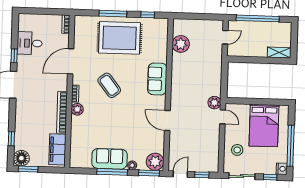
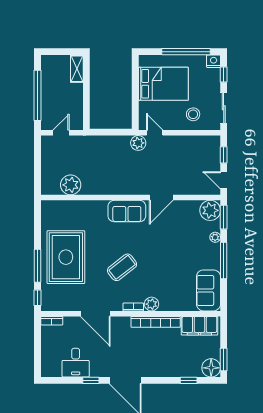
window: (148, 15) -> (38, 298), moved
door: (225, 37) -> (61, 133), hinge flipped
sofa: (157, 79) -> (127, 211), moved
door: (223, 117) -> (155, 133), hinge flipped
sofa: (110, 159) -> (208, 290), moved

